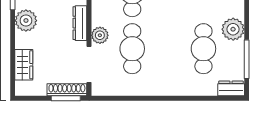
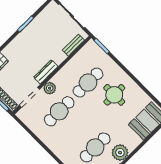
plant: (26, 21) -> (20, 43), removed

